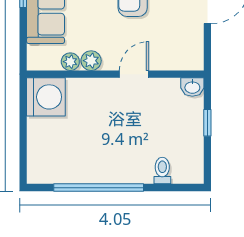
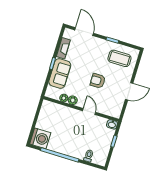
door: (134, 74) -> (89, 111), hinge flipped
washing machine: (46, 97) -> (40, 138), moved

